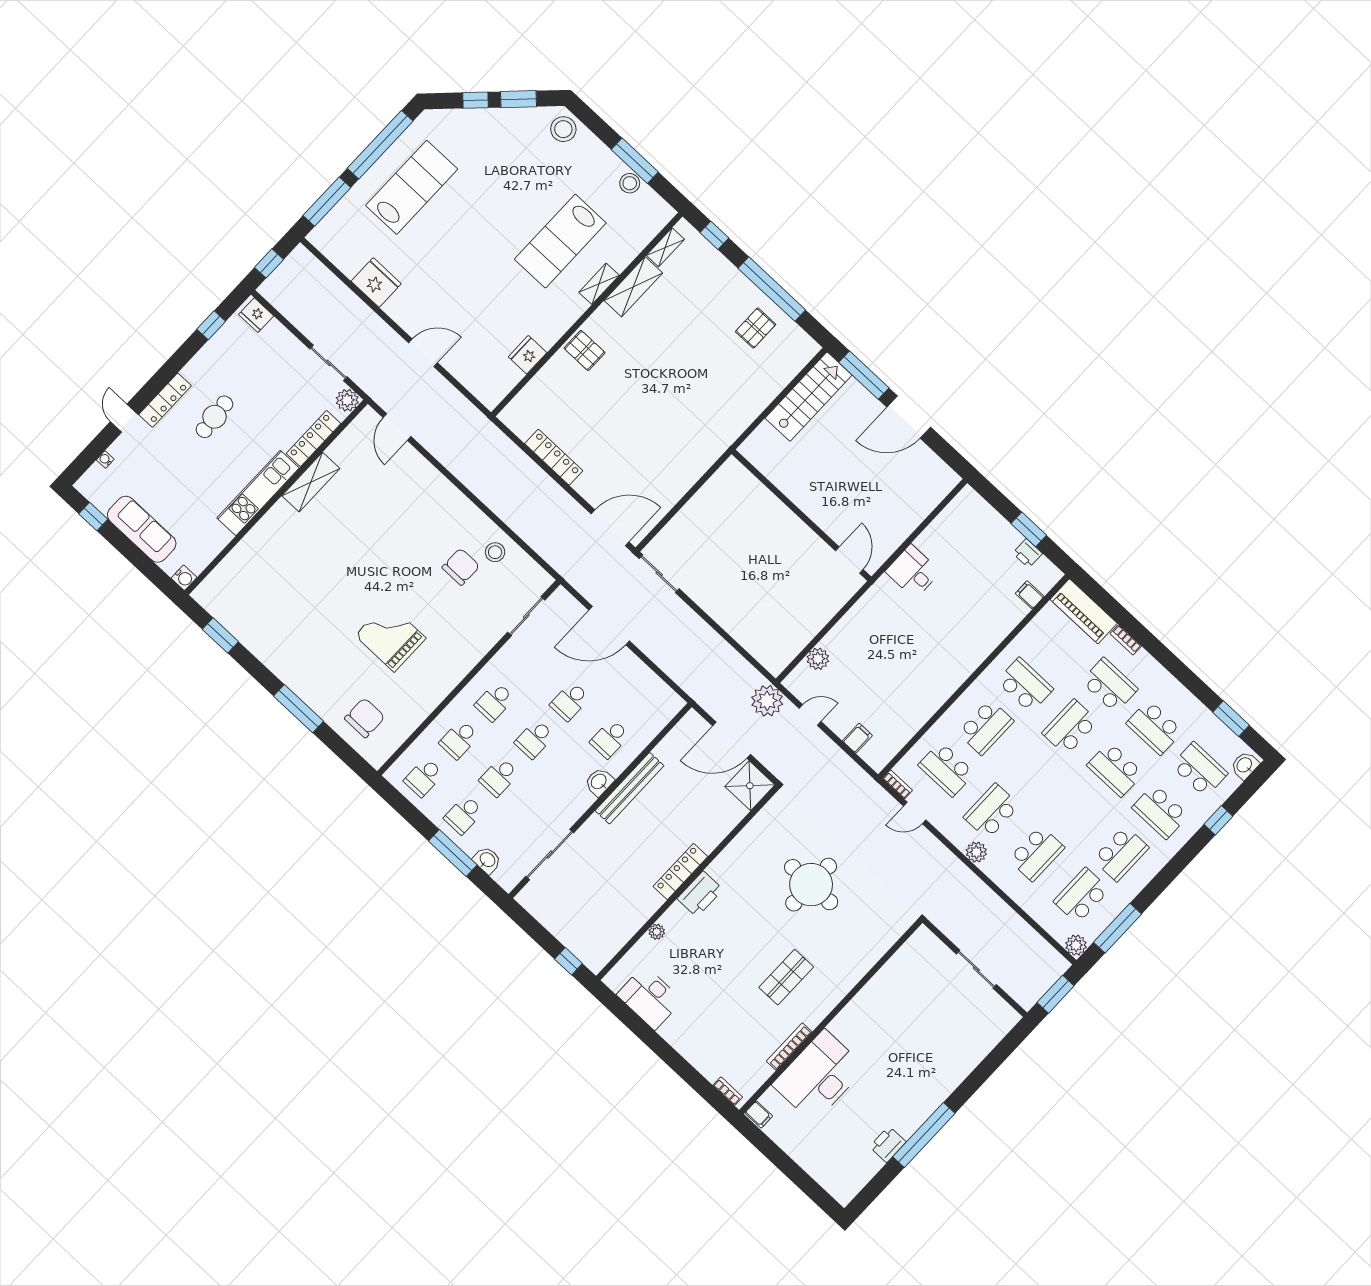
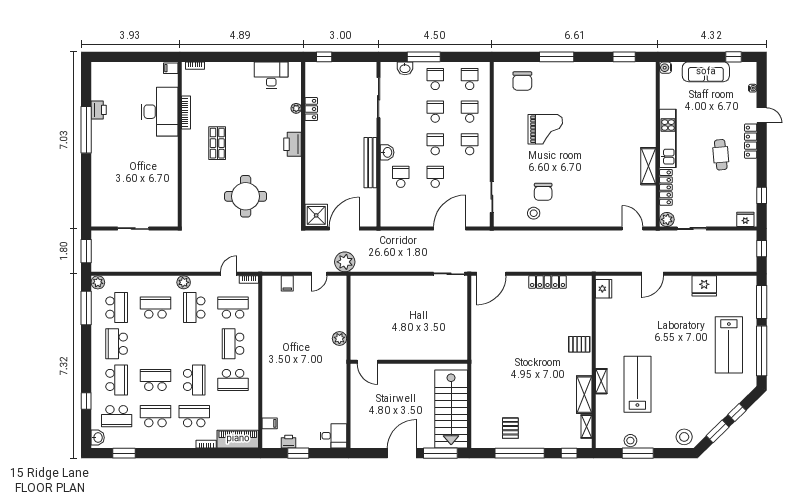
fridge: (528, 355) -> (604, 289), moved
stairs: (809, 397) -> (451, 409), width x1.36, depth x1.51
desk: (913, 572) -> (333, 436), moved
plant: (818, 659) -> (339, 338), moved
school desk: (1109, 685) -> (194, 416), turned 180
school desk: (991, 811) -> (194, 308), turned 180
school desk: (1160, 812) -> (117, 380), turned 90
school desk: (1036, 853) -> (155, 308), turned 90
locker: (680, 872) -> (311, 109), moved, width x0.66

